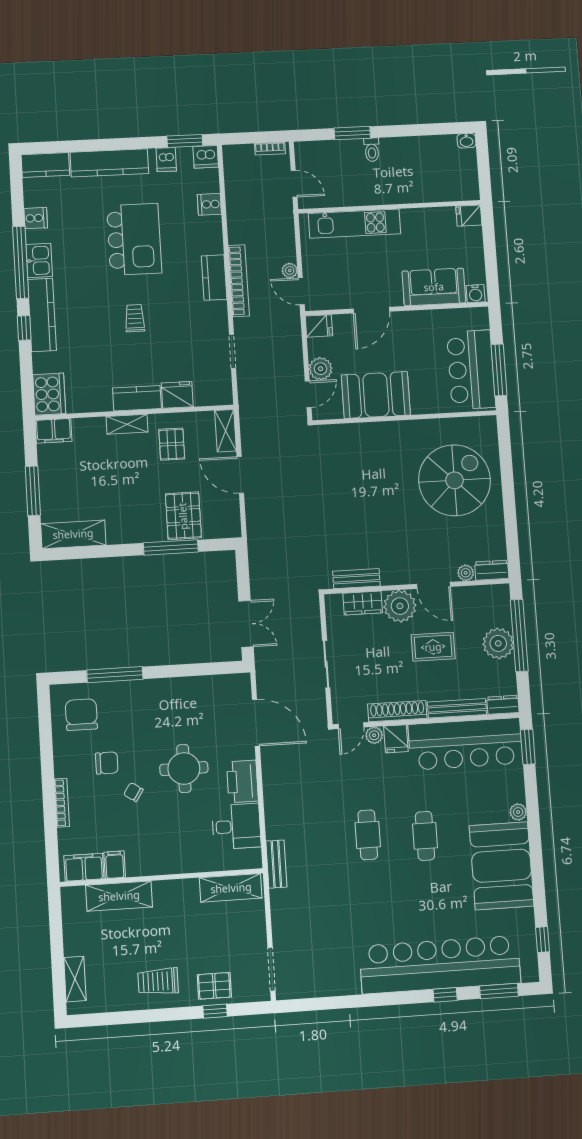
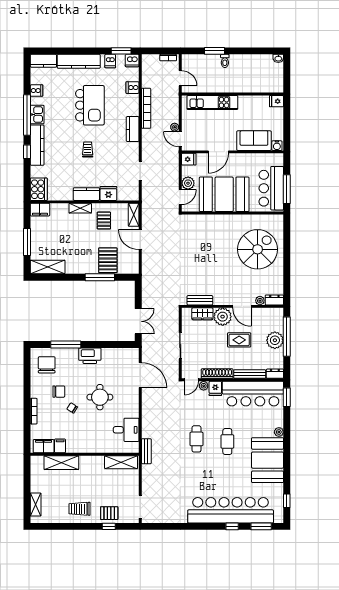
bookcase: (239, 281) -> (146, 108), moved
booth: (376, 395) -> (224, 194), width x1.36, depth x1.42
printer: (242, 781) -> (90, 356), moved, turned -90

